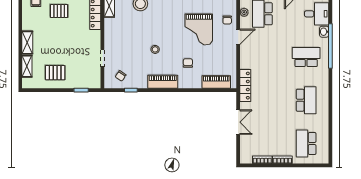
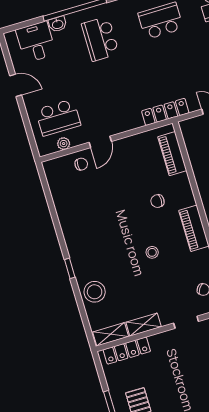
grand piano: (199, 29) -> (106, 200), removed
shelving: (109, 30) -> (144, 325), added
door: (238, 37) -> (100, 142), swing flipped

